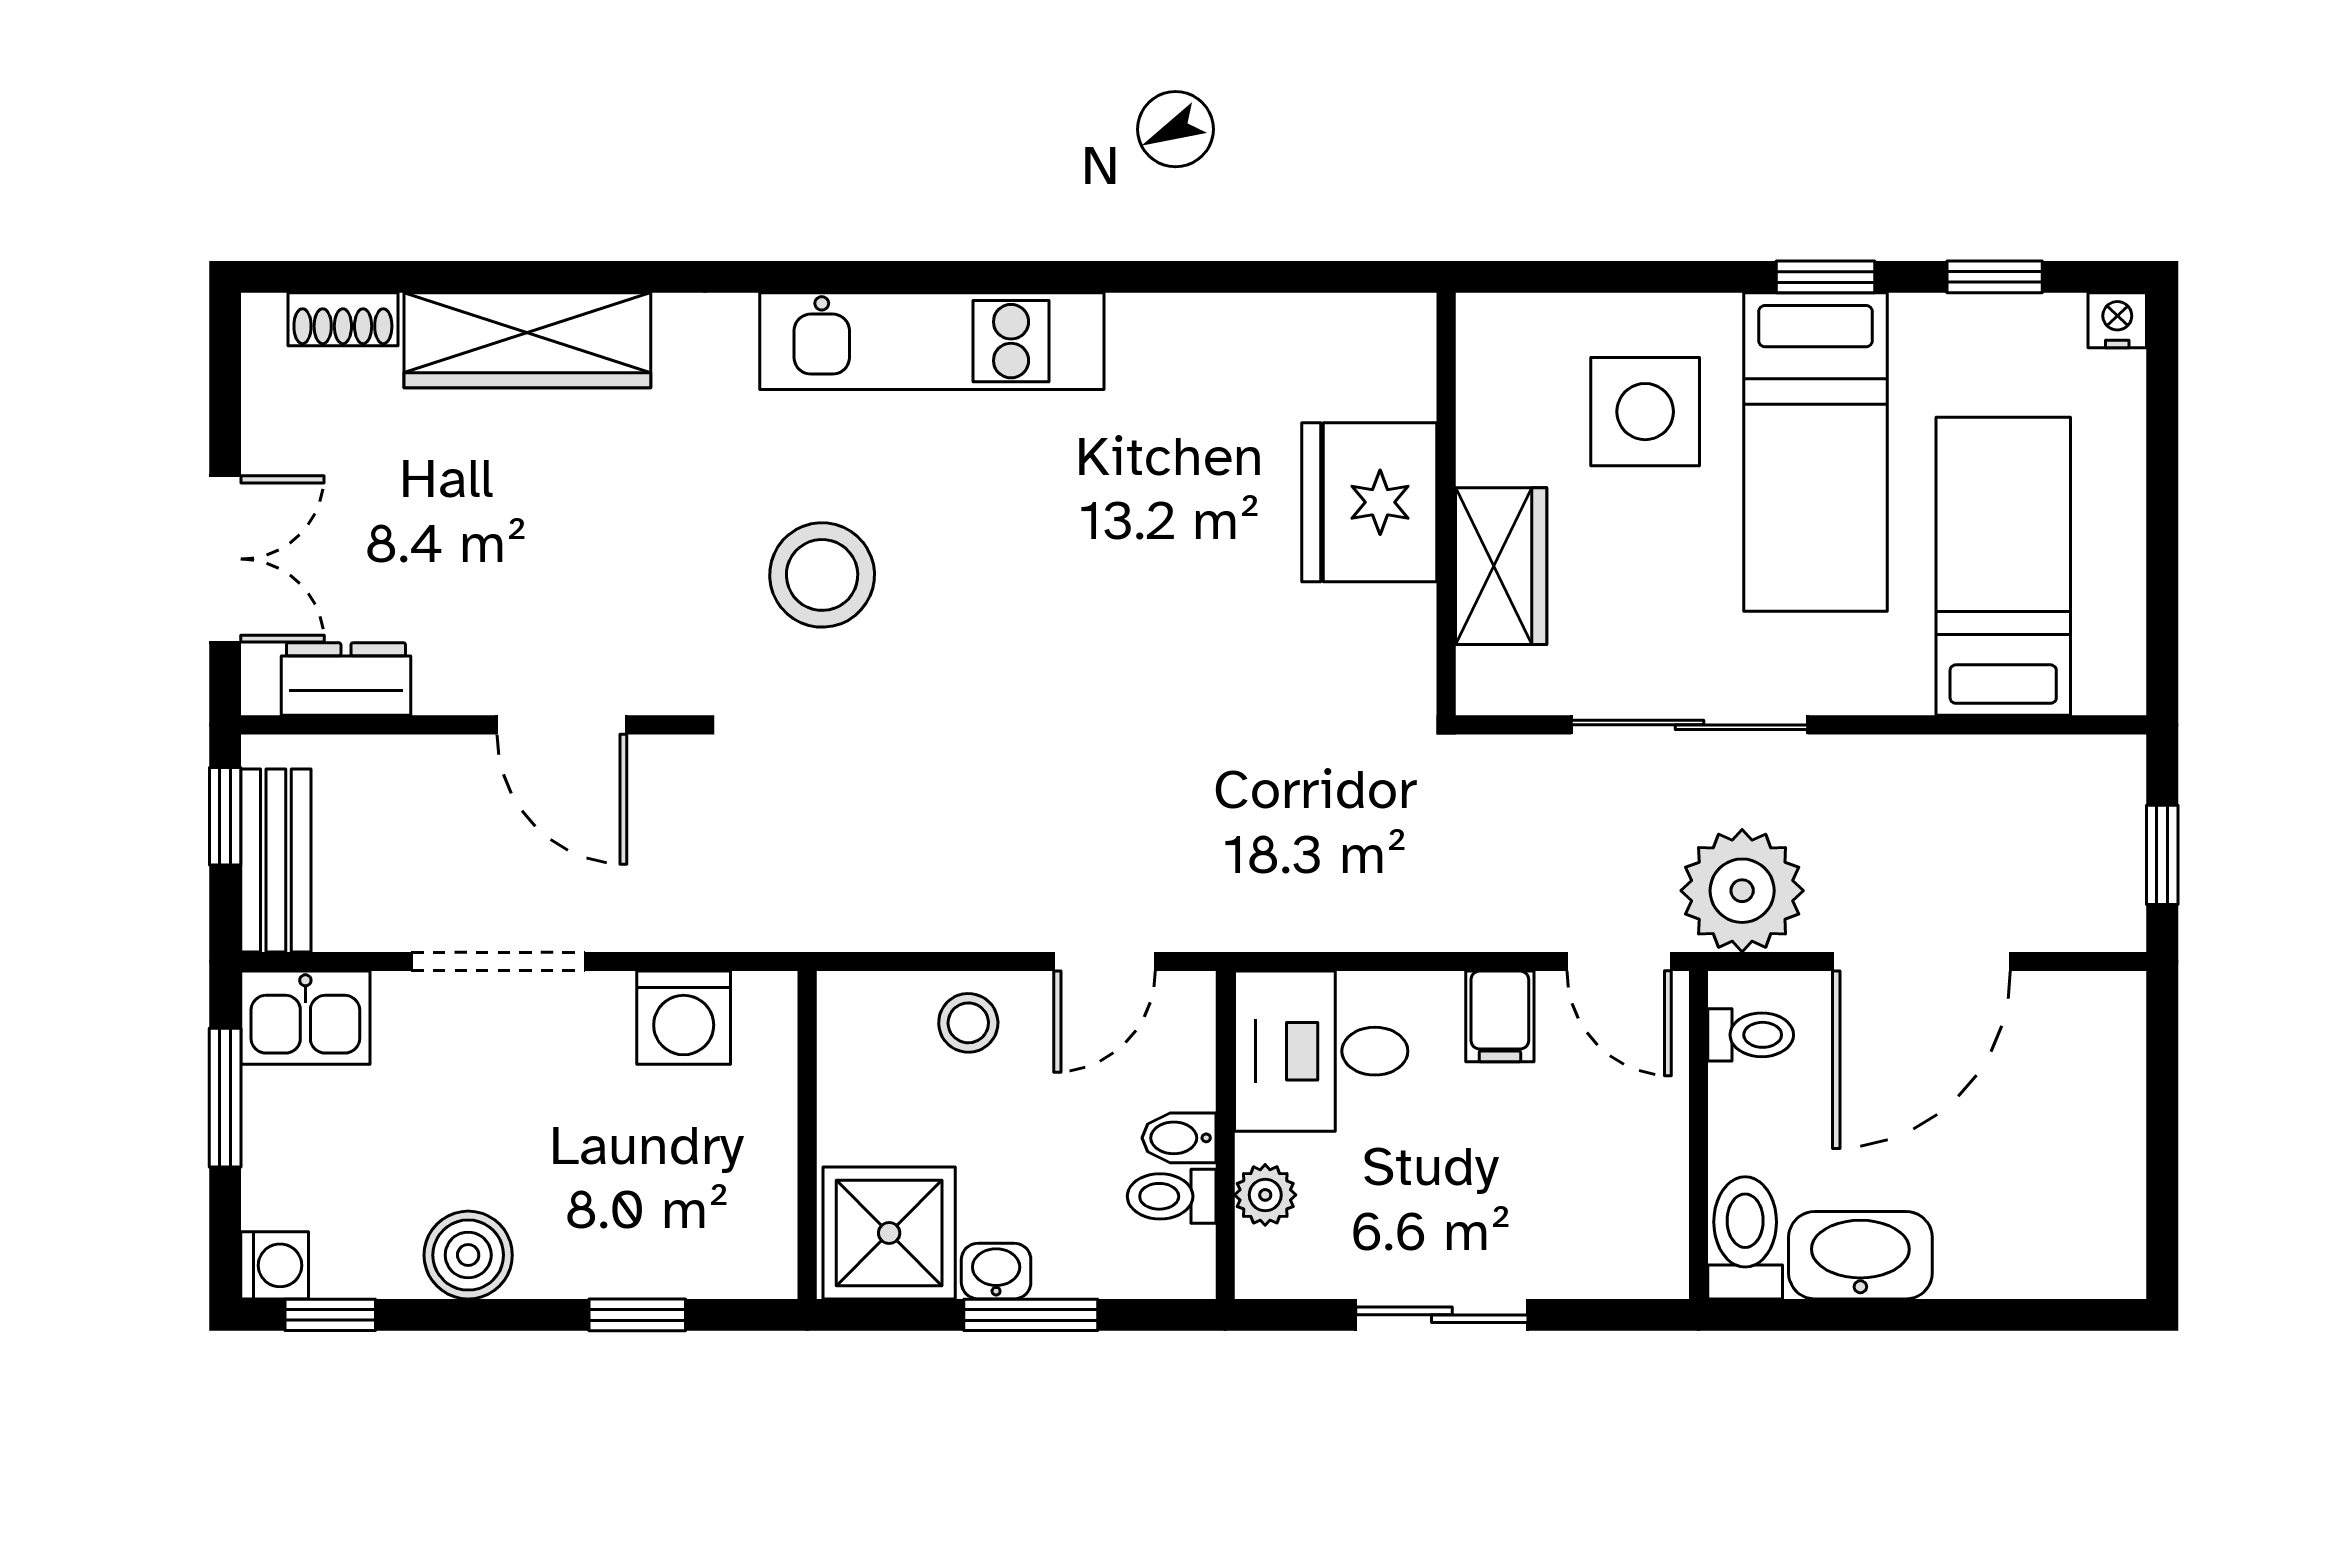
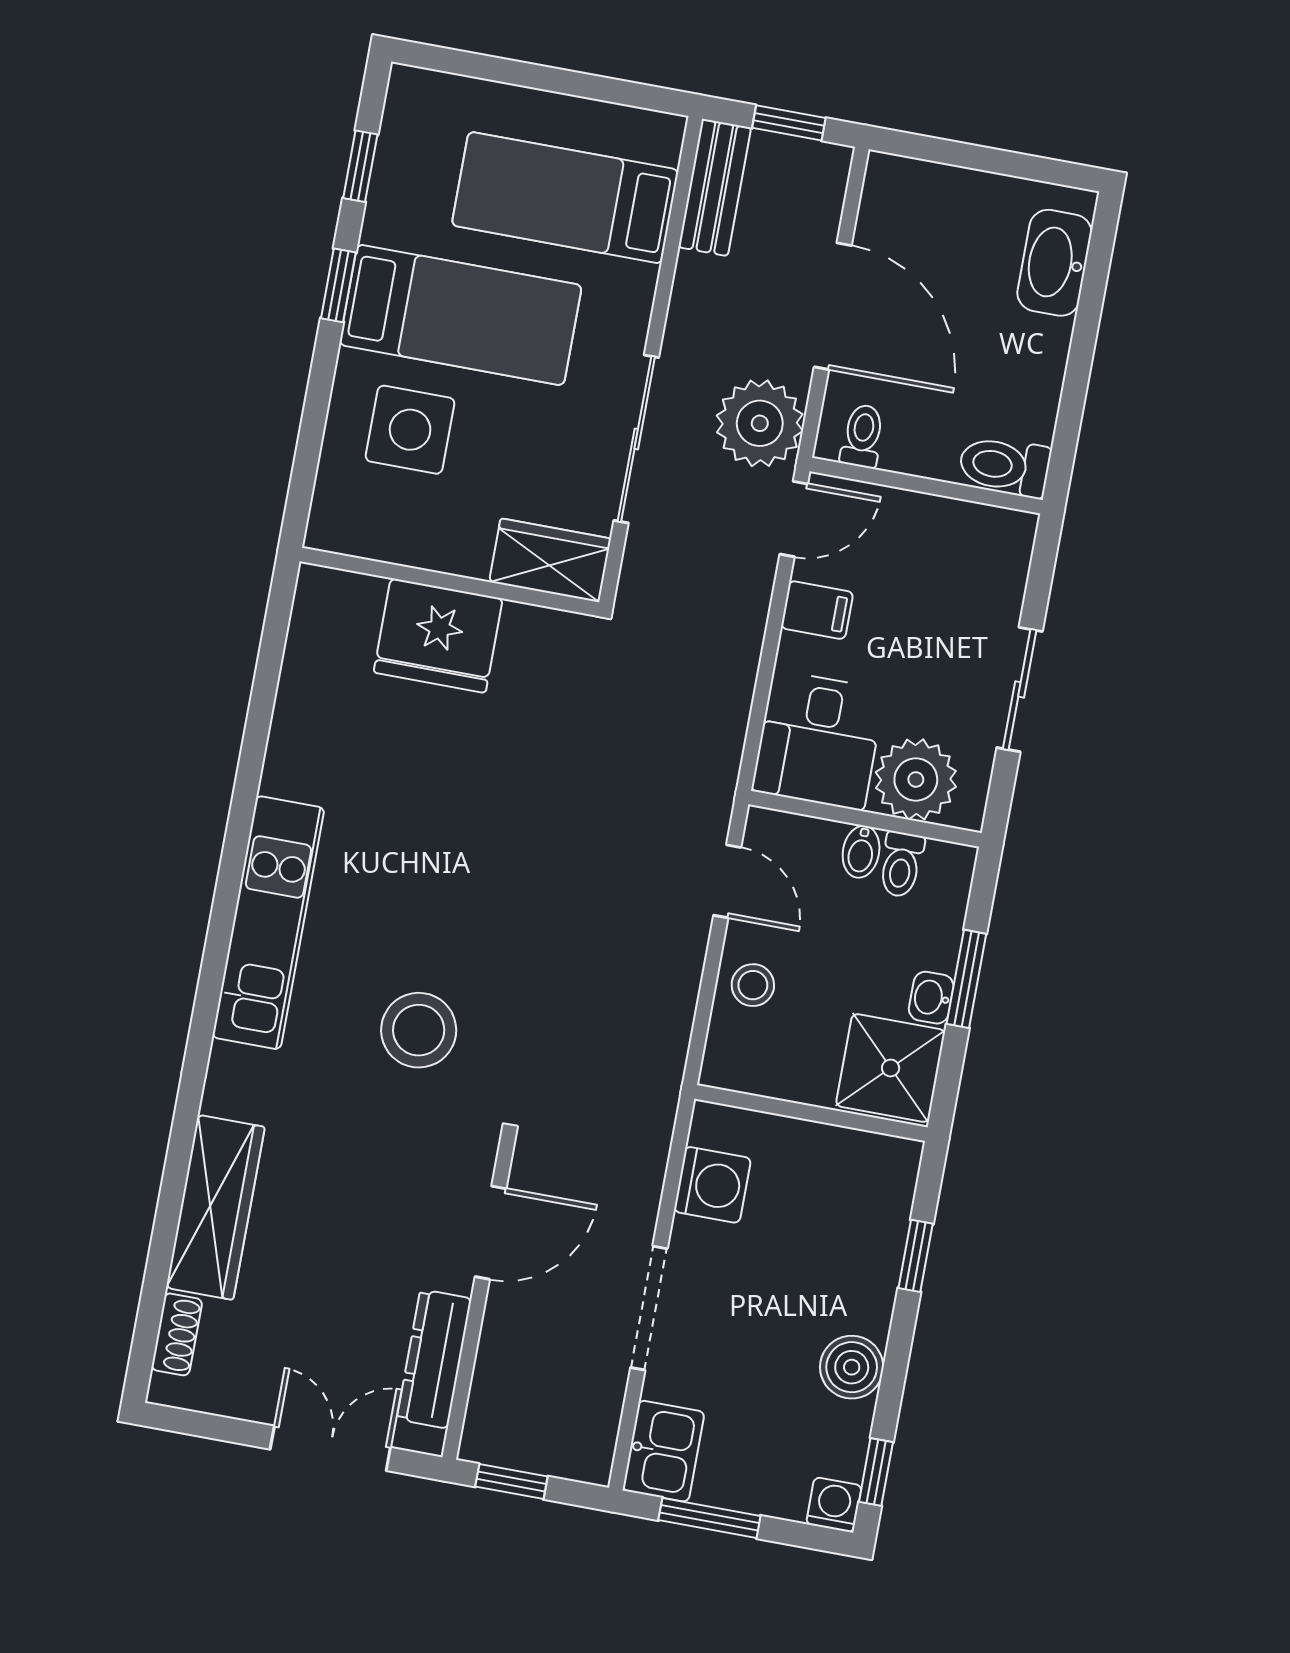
nightstand: (2117, 320) -> (407, 85), removed
wardrobe: (1501, 566) -> (550, 560), moved
dresser: (346, 679) -> (434, 1359), width x1.44
bench: (276, 860) -> (715, 187), moved, turned 90
plant: (1265, 1195) -> (916, 779), width x1.88, depth x1.88
washbasin: (1860, 1255) -> (1055, 263), moved

